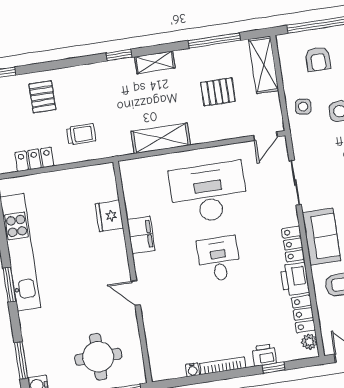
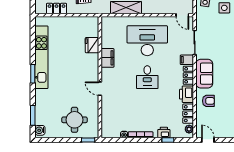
door: (265, 136) -> (182, 15), hinge flipped
filing cabinet: (286, 216) -> (187, 60), added
desk: (219, 259) -> (147, 77), turned 180

